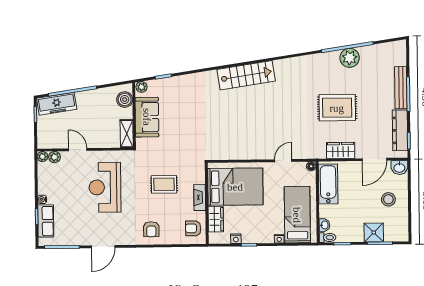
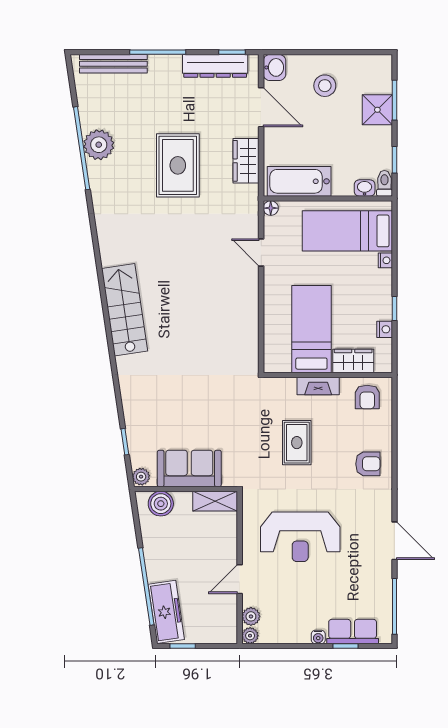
bench: (401, 88) -> (113, 64), moved
bed: (235, 187) -> (311, 329), width x0.67

